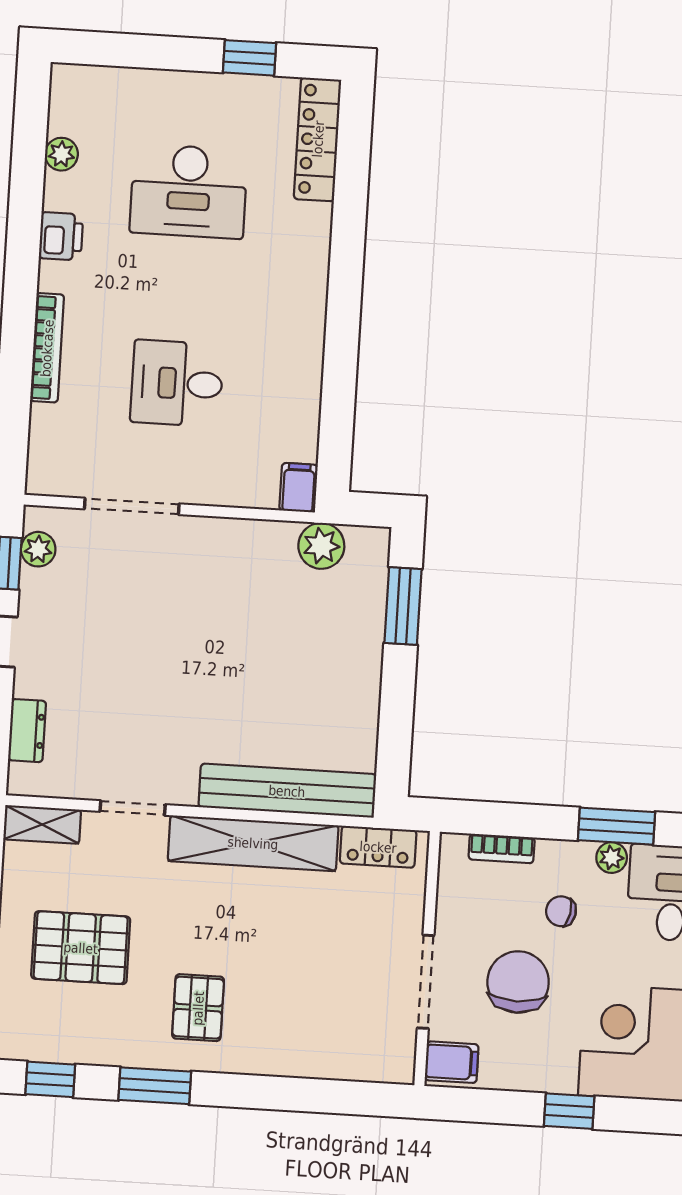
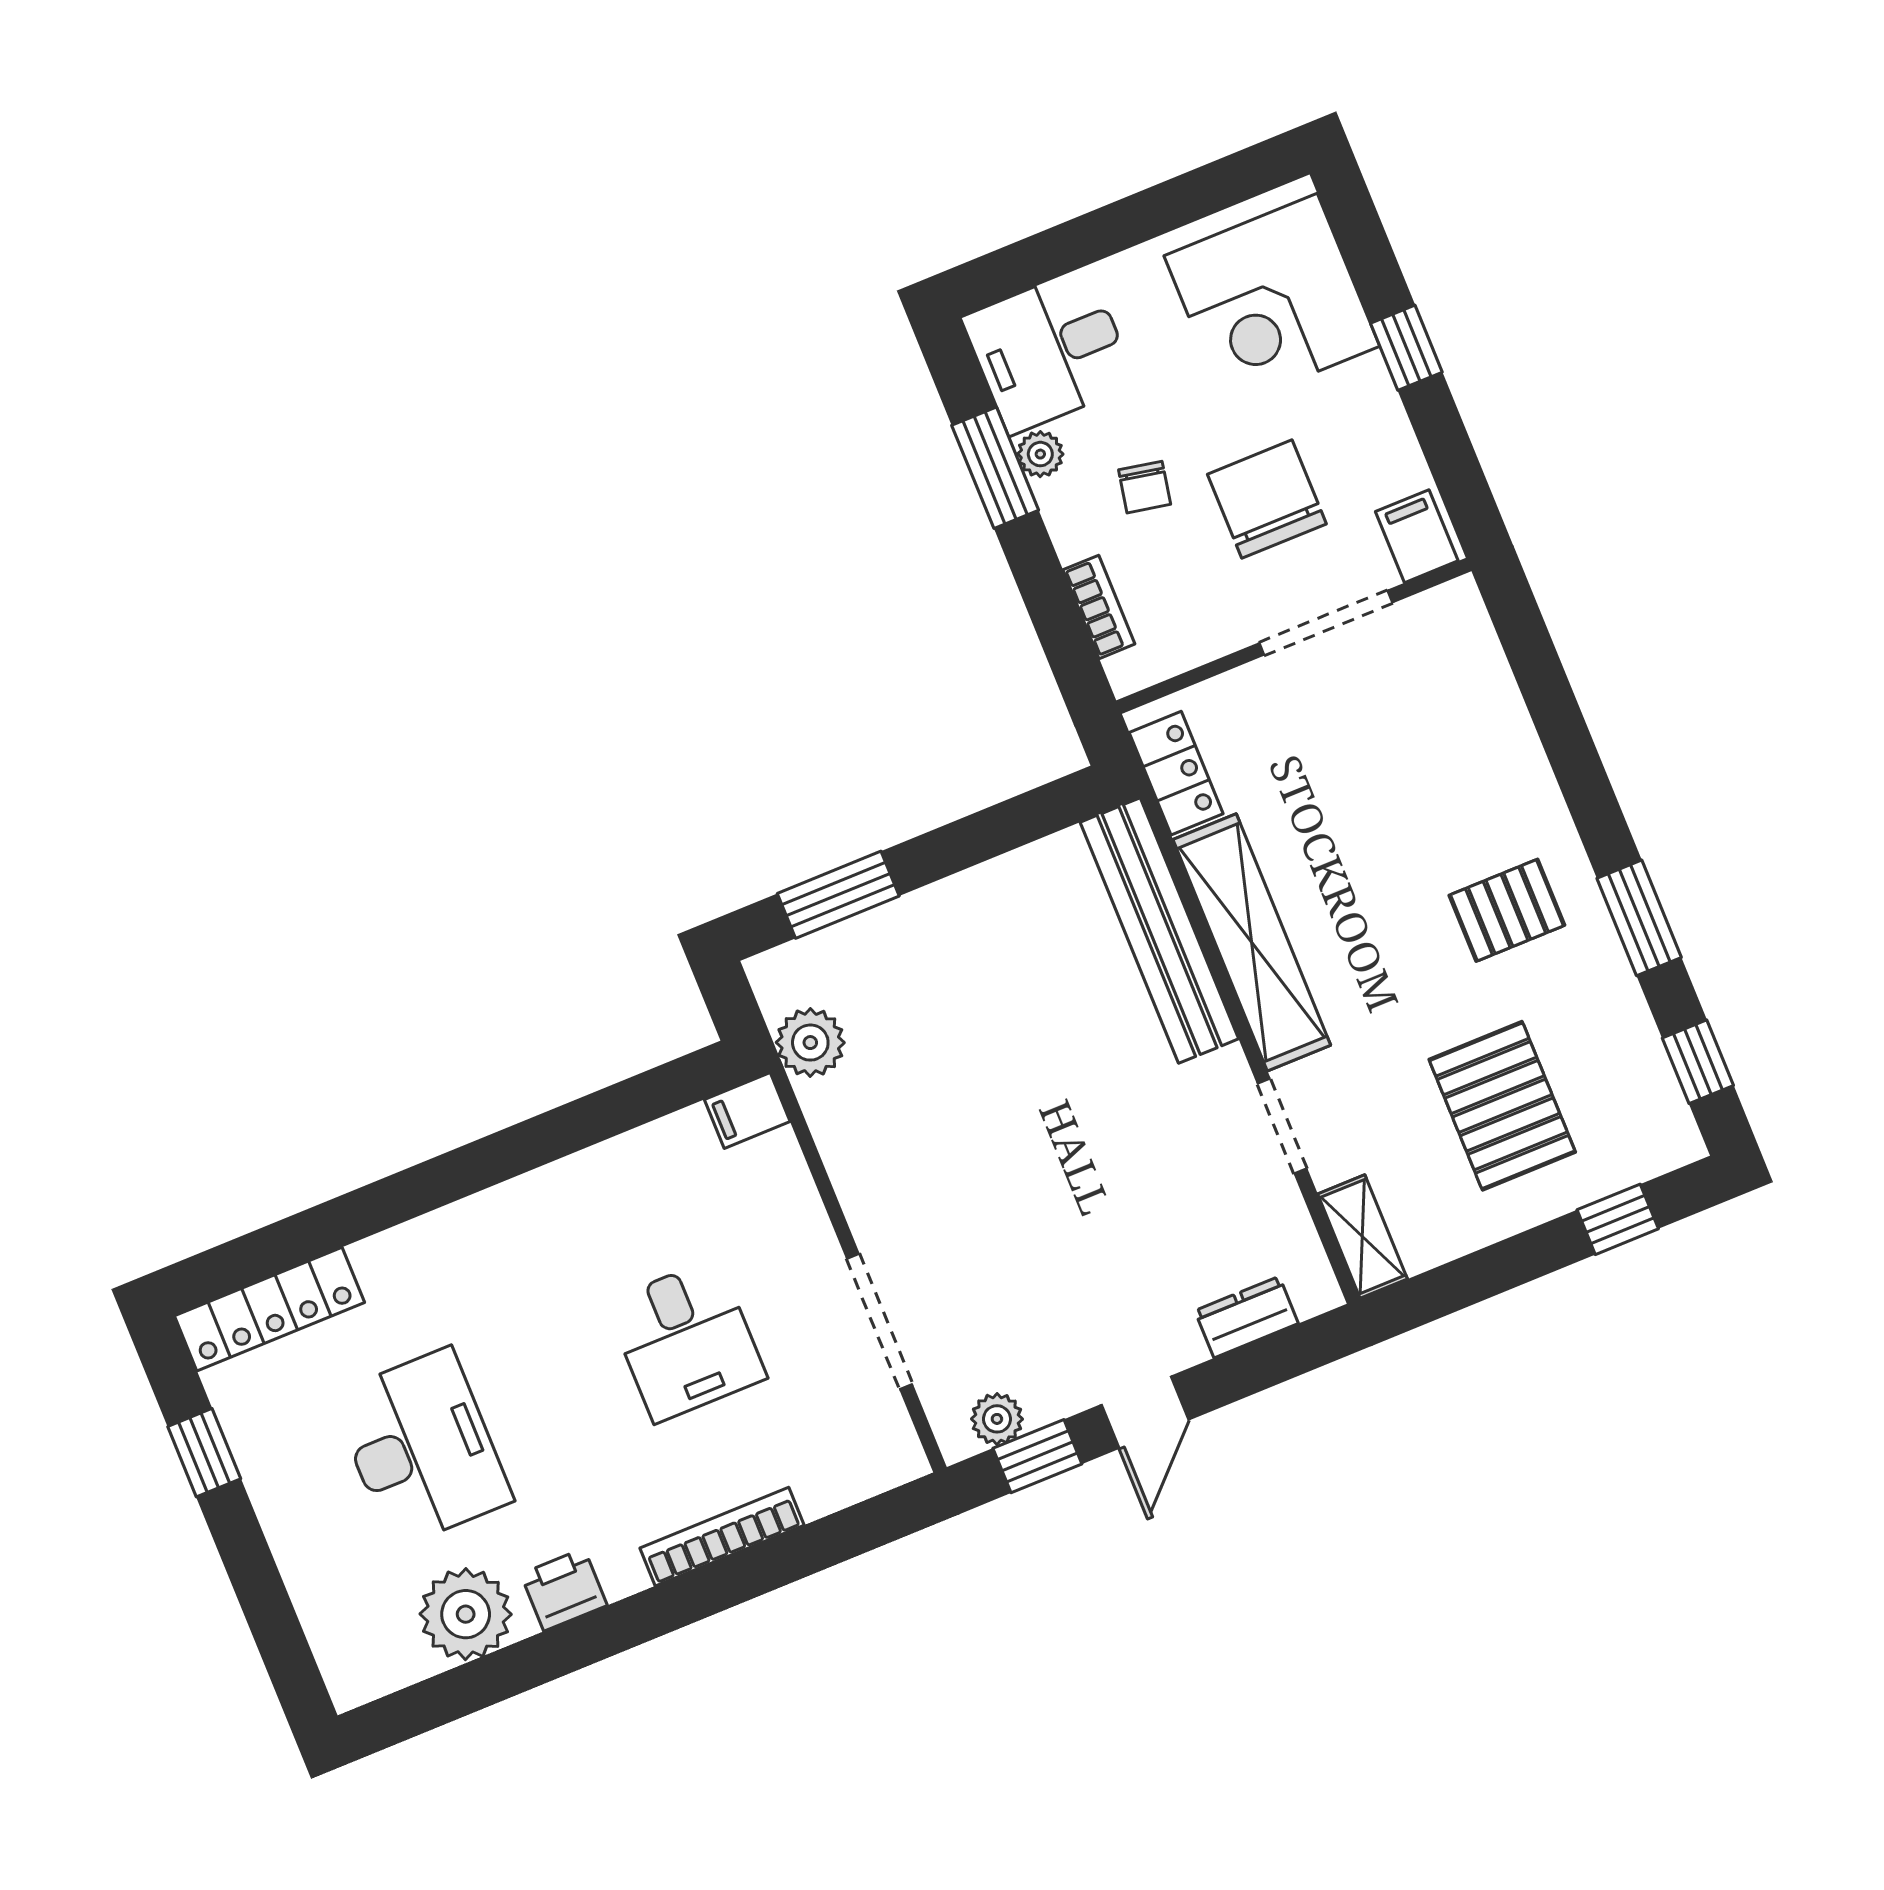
plant: (61, 154) -> (466, 1614), width x1.87, depth x1.87
chair: (518, 982) -> (1267, 499), turned 90

